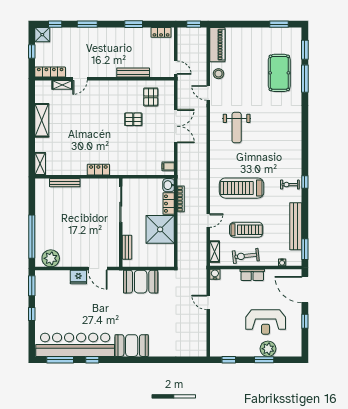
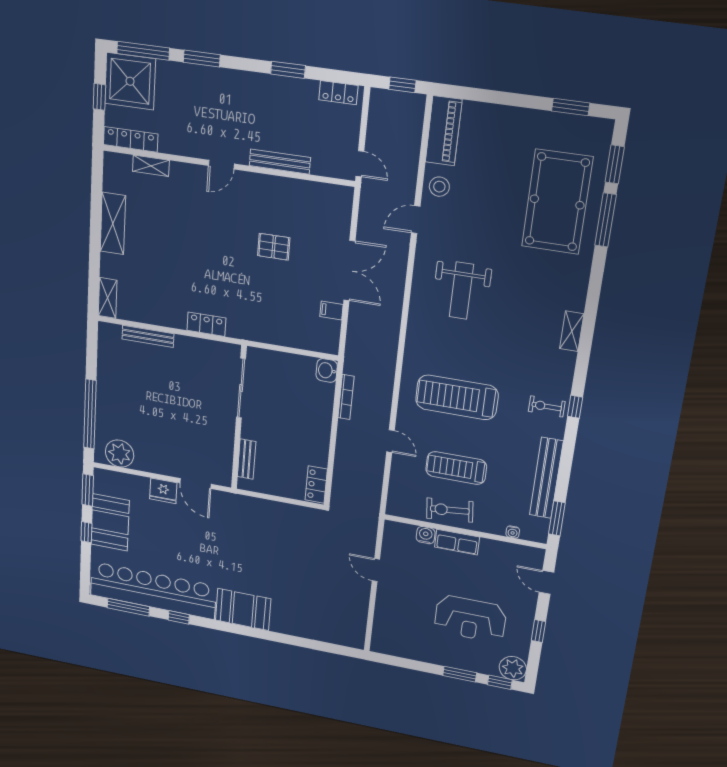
window: (55, 24) -> (143, 51), width x2.17
shower: (42, 35) -> (130, 81), width x1.86, depth x1.86
pool table: (279, 73) -> (557, 202), width x1.36, depth x1.32
door: (80, 79) -> (221, 165), moved
door: (208, 93) -> (416, 220), hinge flipped
pallet: (151, 97) -> (309, 211), removed
filing cabinet: (168, 166) -> (332, 310), moved
locker: (169, 204) -> (316, 485), moved
door: (208, 221) -> (391, 441), hinge flipped
shower: (160, 229) -> (305, 441), removed
treadmill: (246, 230) -> (456, 468), turned 180
shelving: (215, 252) -> (572, 331), moved
water cooler: (215, 274) -> (426, 535), moved
booth: (141, 282) -> (110, 522), moved, turned 90
door: (305, 290) -> (546, 582), width x0.53
plant: (268, 349) -> (513, 668), moved
window: (229, 360) -> (500, 682), moved

